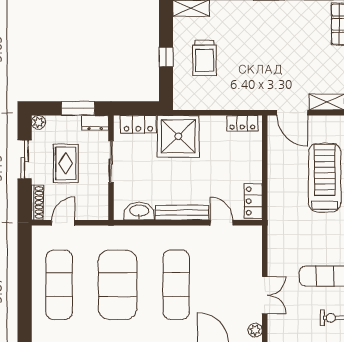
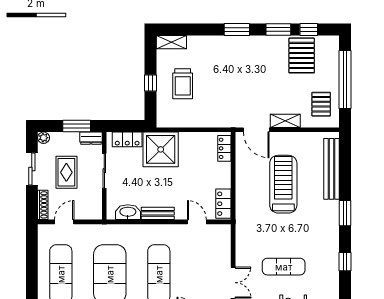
locker: (242, 123) -> (224, 148), moved, turned 90
bench: (182, 213) -> (158, 213), width x0.73

